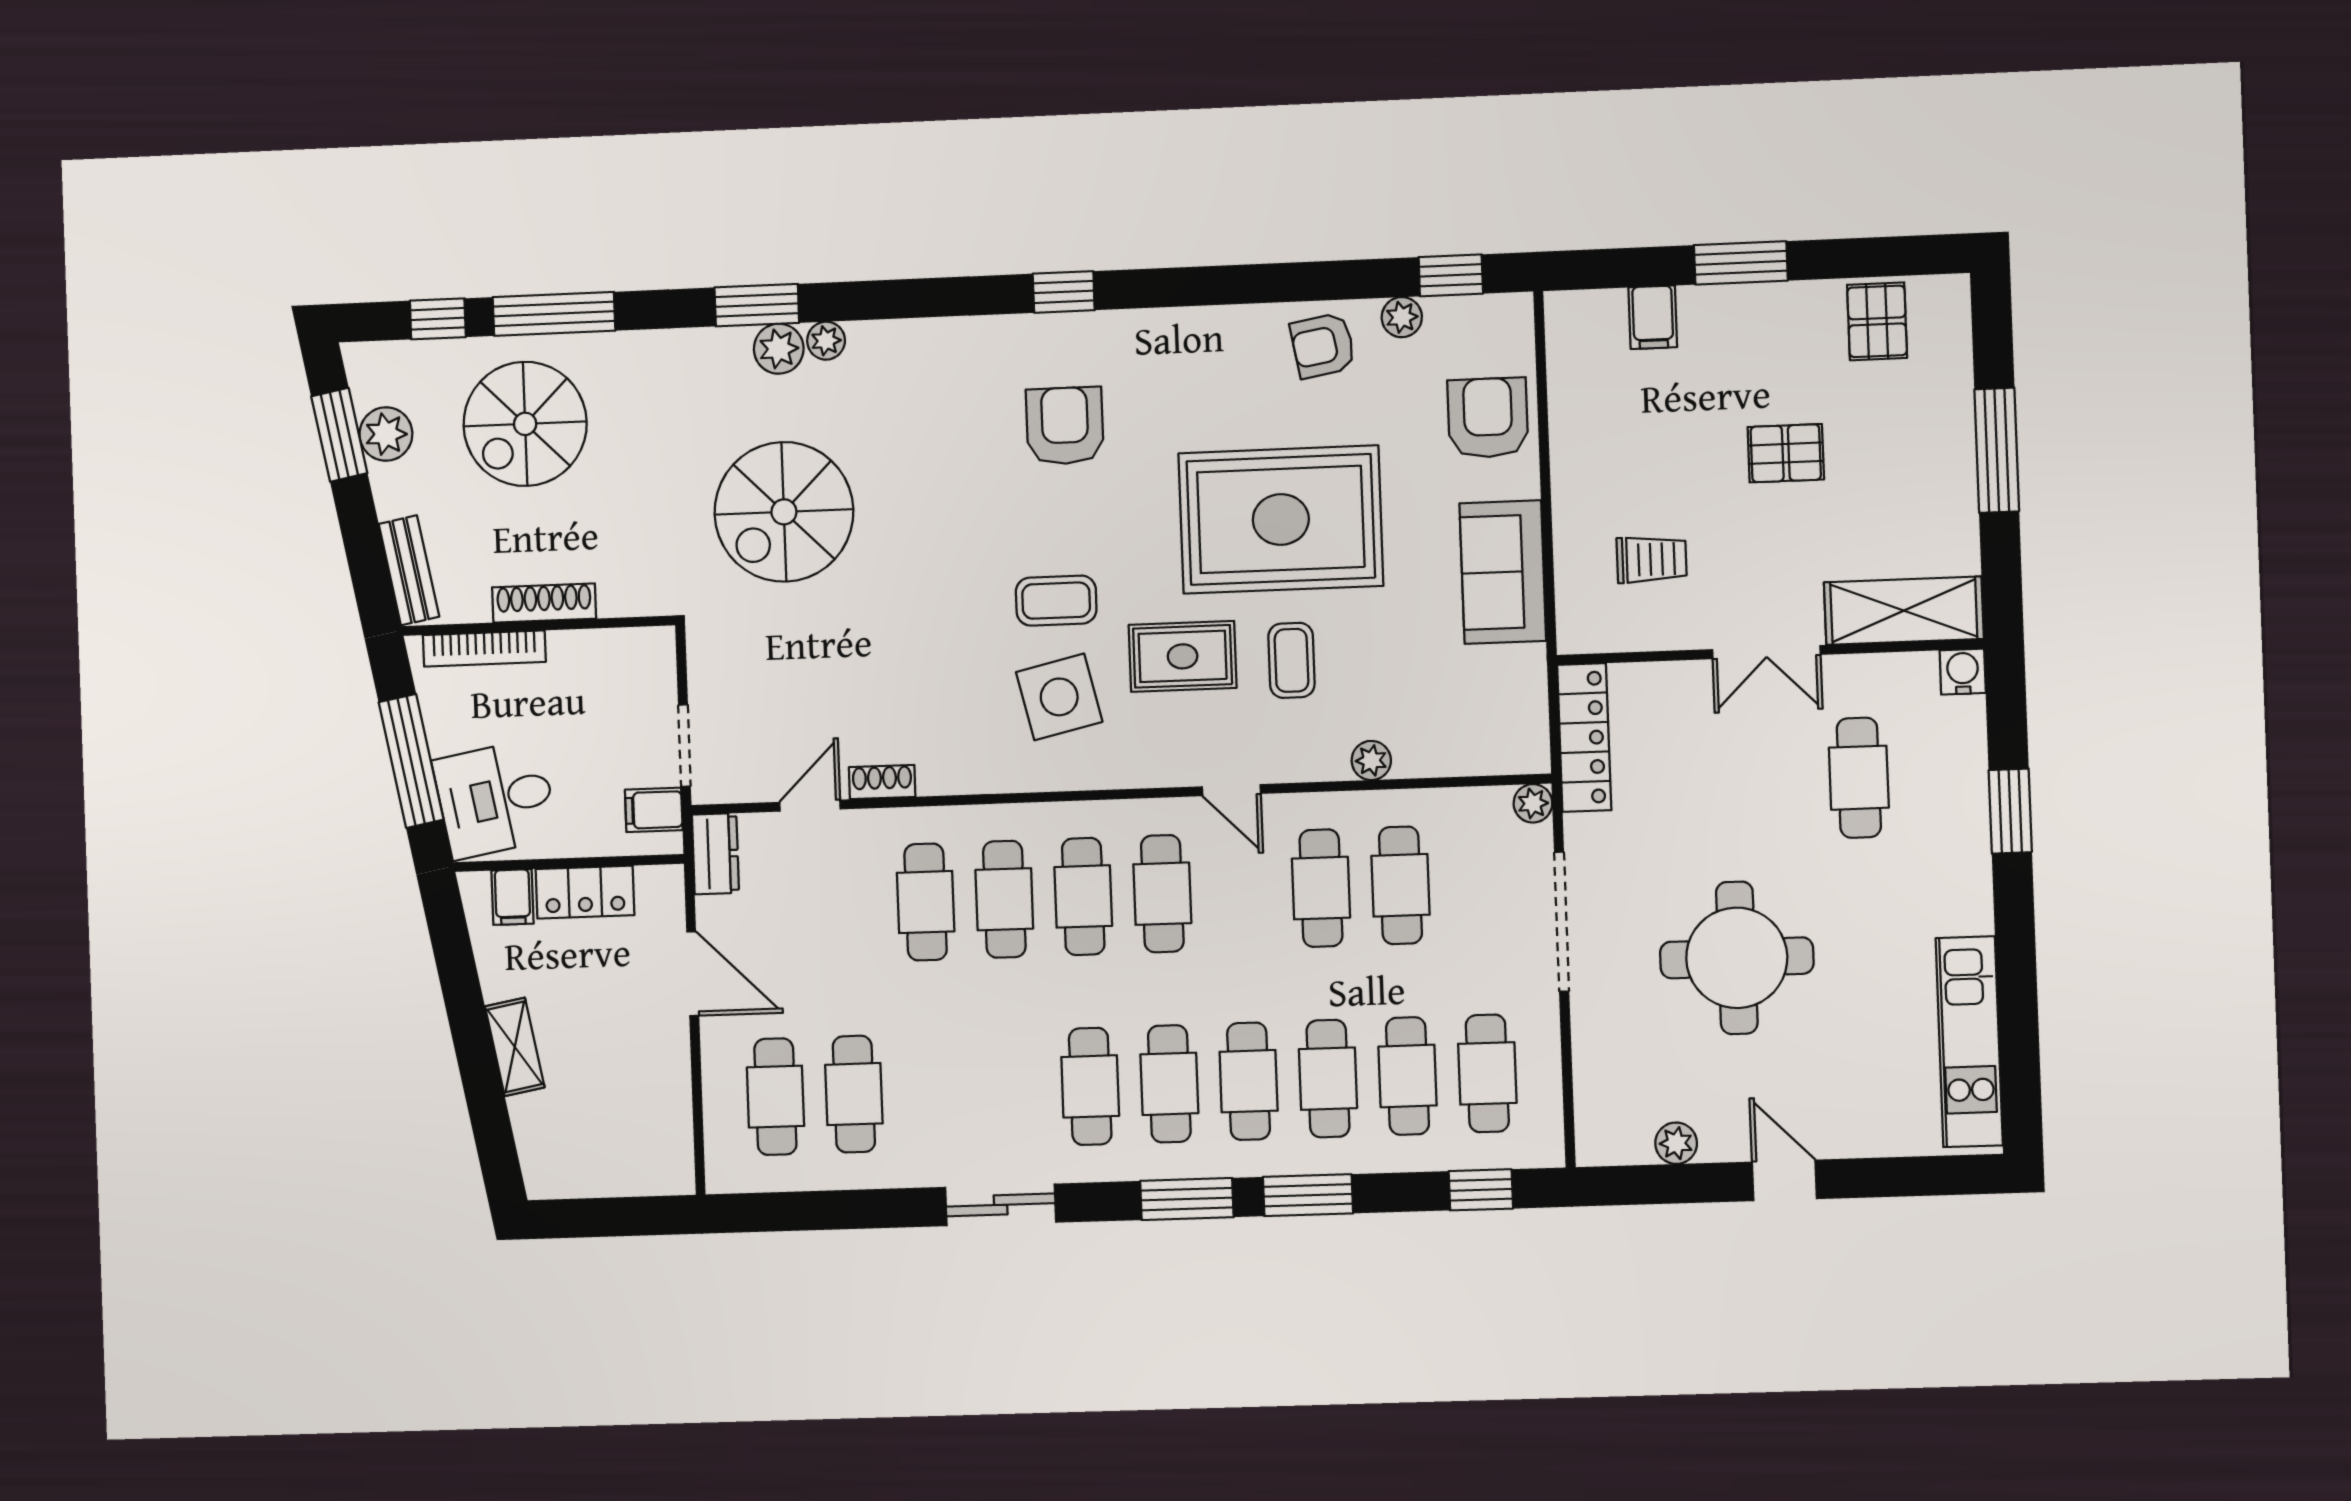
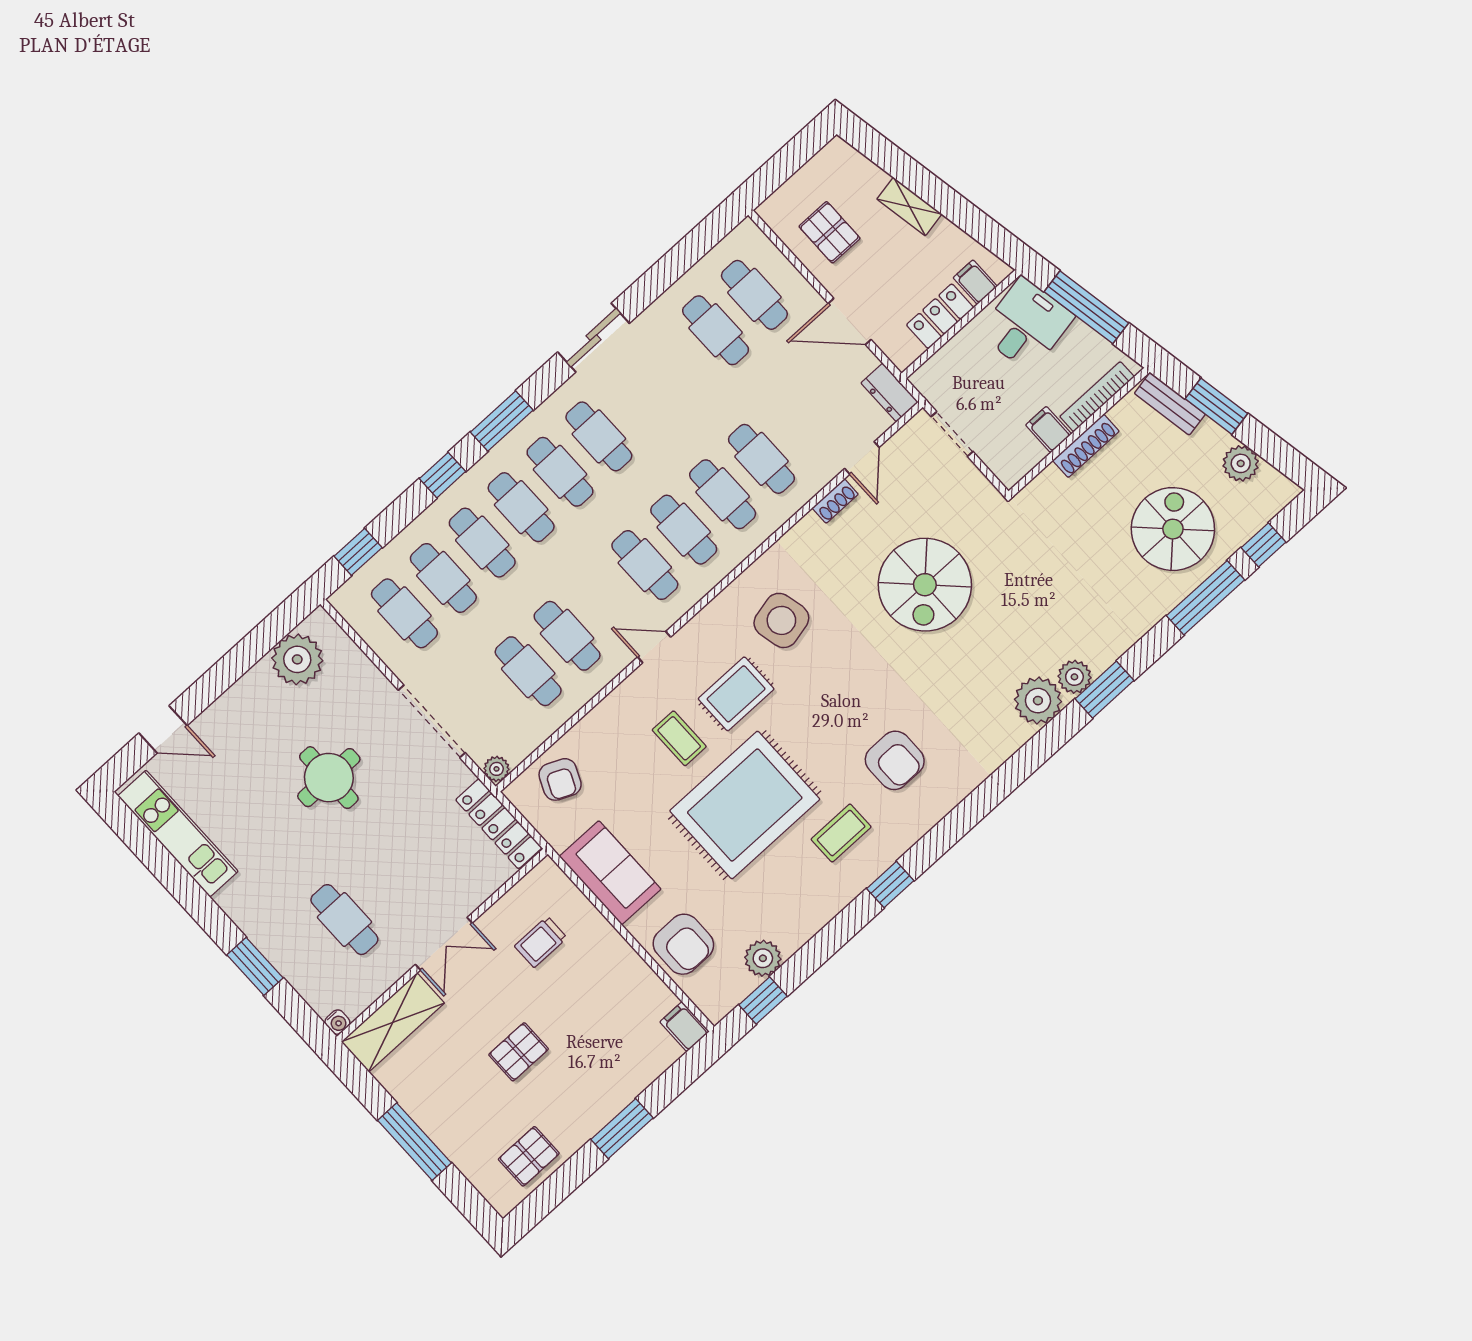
window: (1064, 292) -> (890, 885), moved
plant: (1402, 317) -> (763, 958), width x1.38, depth x1.38
filing cabinet: (1653, 317) -> (685, 1027), moved
pallet: (1877, 321) -> (529, 1156), turned 90
plant: (826, 341) -> (1038, 701), width x1.88, depth x1.88
armchair: (1323, 346) -> (560, 779), moved, turned 124
window: (339, 435) -> (1216, 406), moved
spiral stairs: (784, 512) -> (925, 585), moved, turned 180
coffee table: (1056, 601) -> (841, 833), moved
double door: (1766, 652) -> (444, 944), swing flipped
water cooler: (1963, 672) -> (337, 1022), width x0.72, depth x0.72
plant: (1371, 760) -> (596, 722), removed
filing cabinet: (654, 810) -> (1049, 429), moved, turned -90
round table: (1737, 958) -> (329, 778), width x0.73, depth x0.73
pallet: (630, 1095) -> (829, 232), added
plant: (1676, 1143) -> (297, 659), width x1.87, depth x1.87
door: (1784, 1180) -> (163, 729), moved
window: (1308, 1195) -> (443, 475), width x0.67

